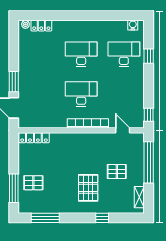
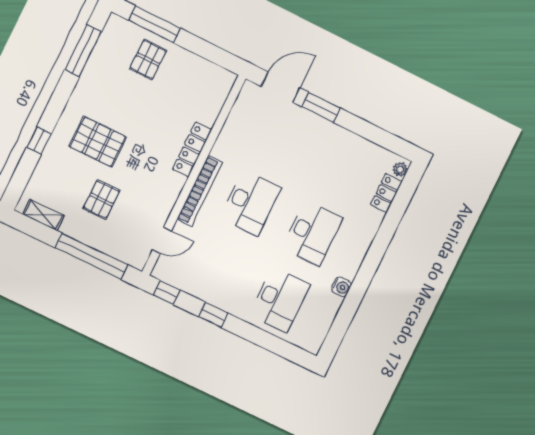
water cooler: (133, 25) -> (341, 287), moved
window: (149, 56) -> (213, 315), moved
locker: (34, 138) -> (192, 149), moved

